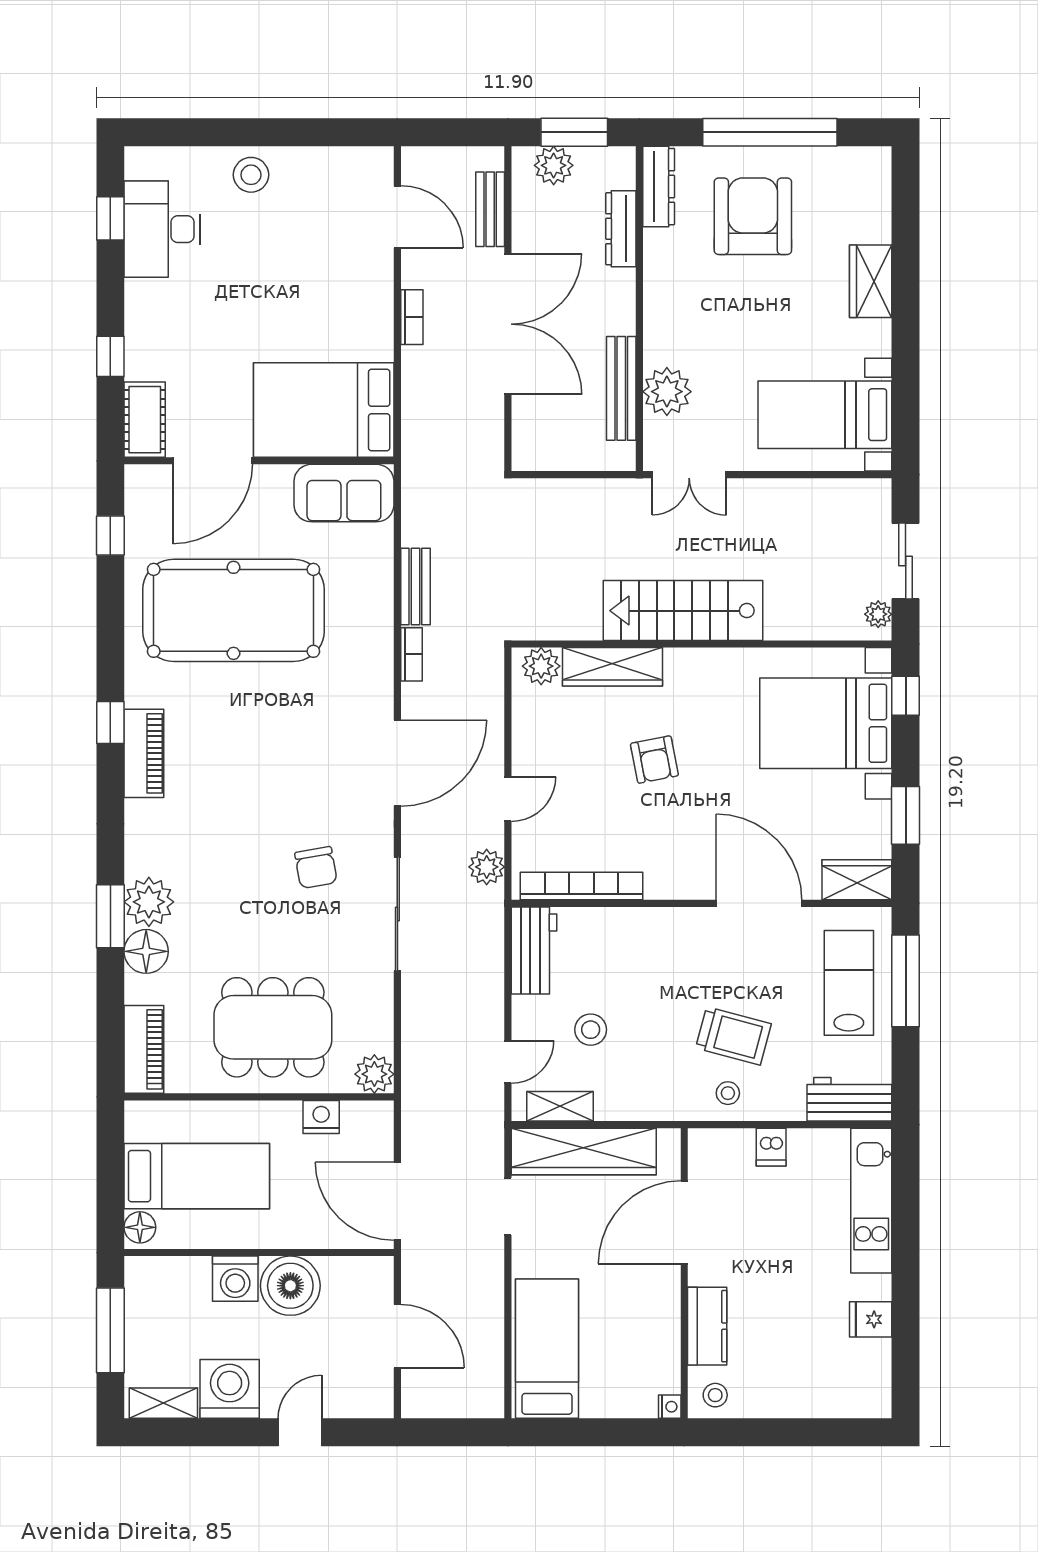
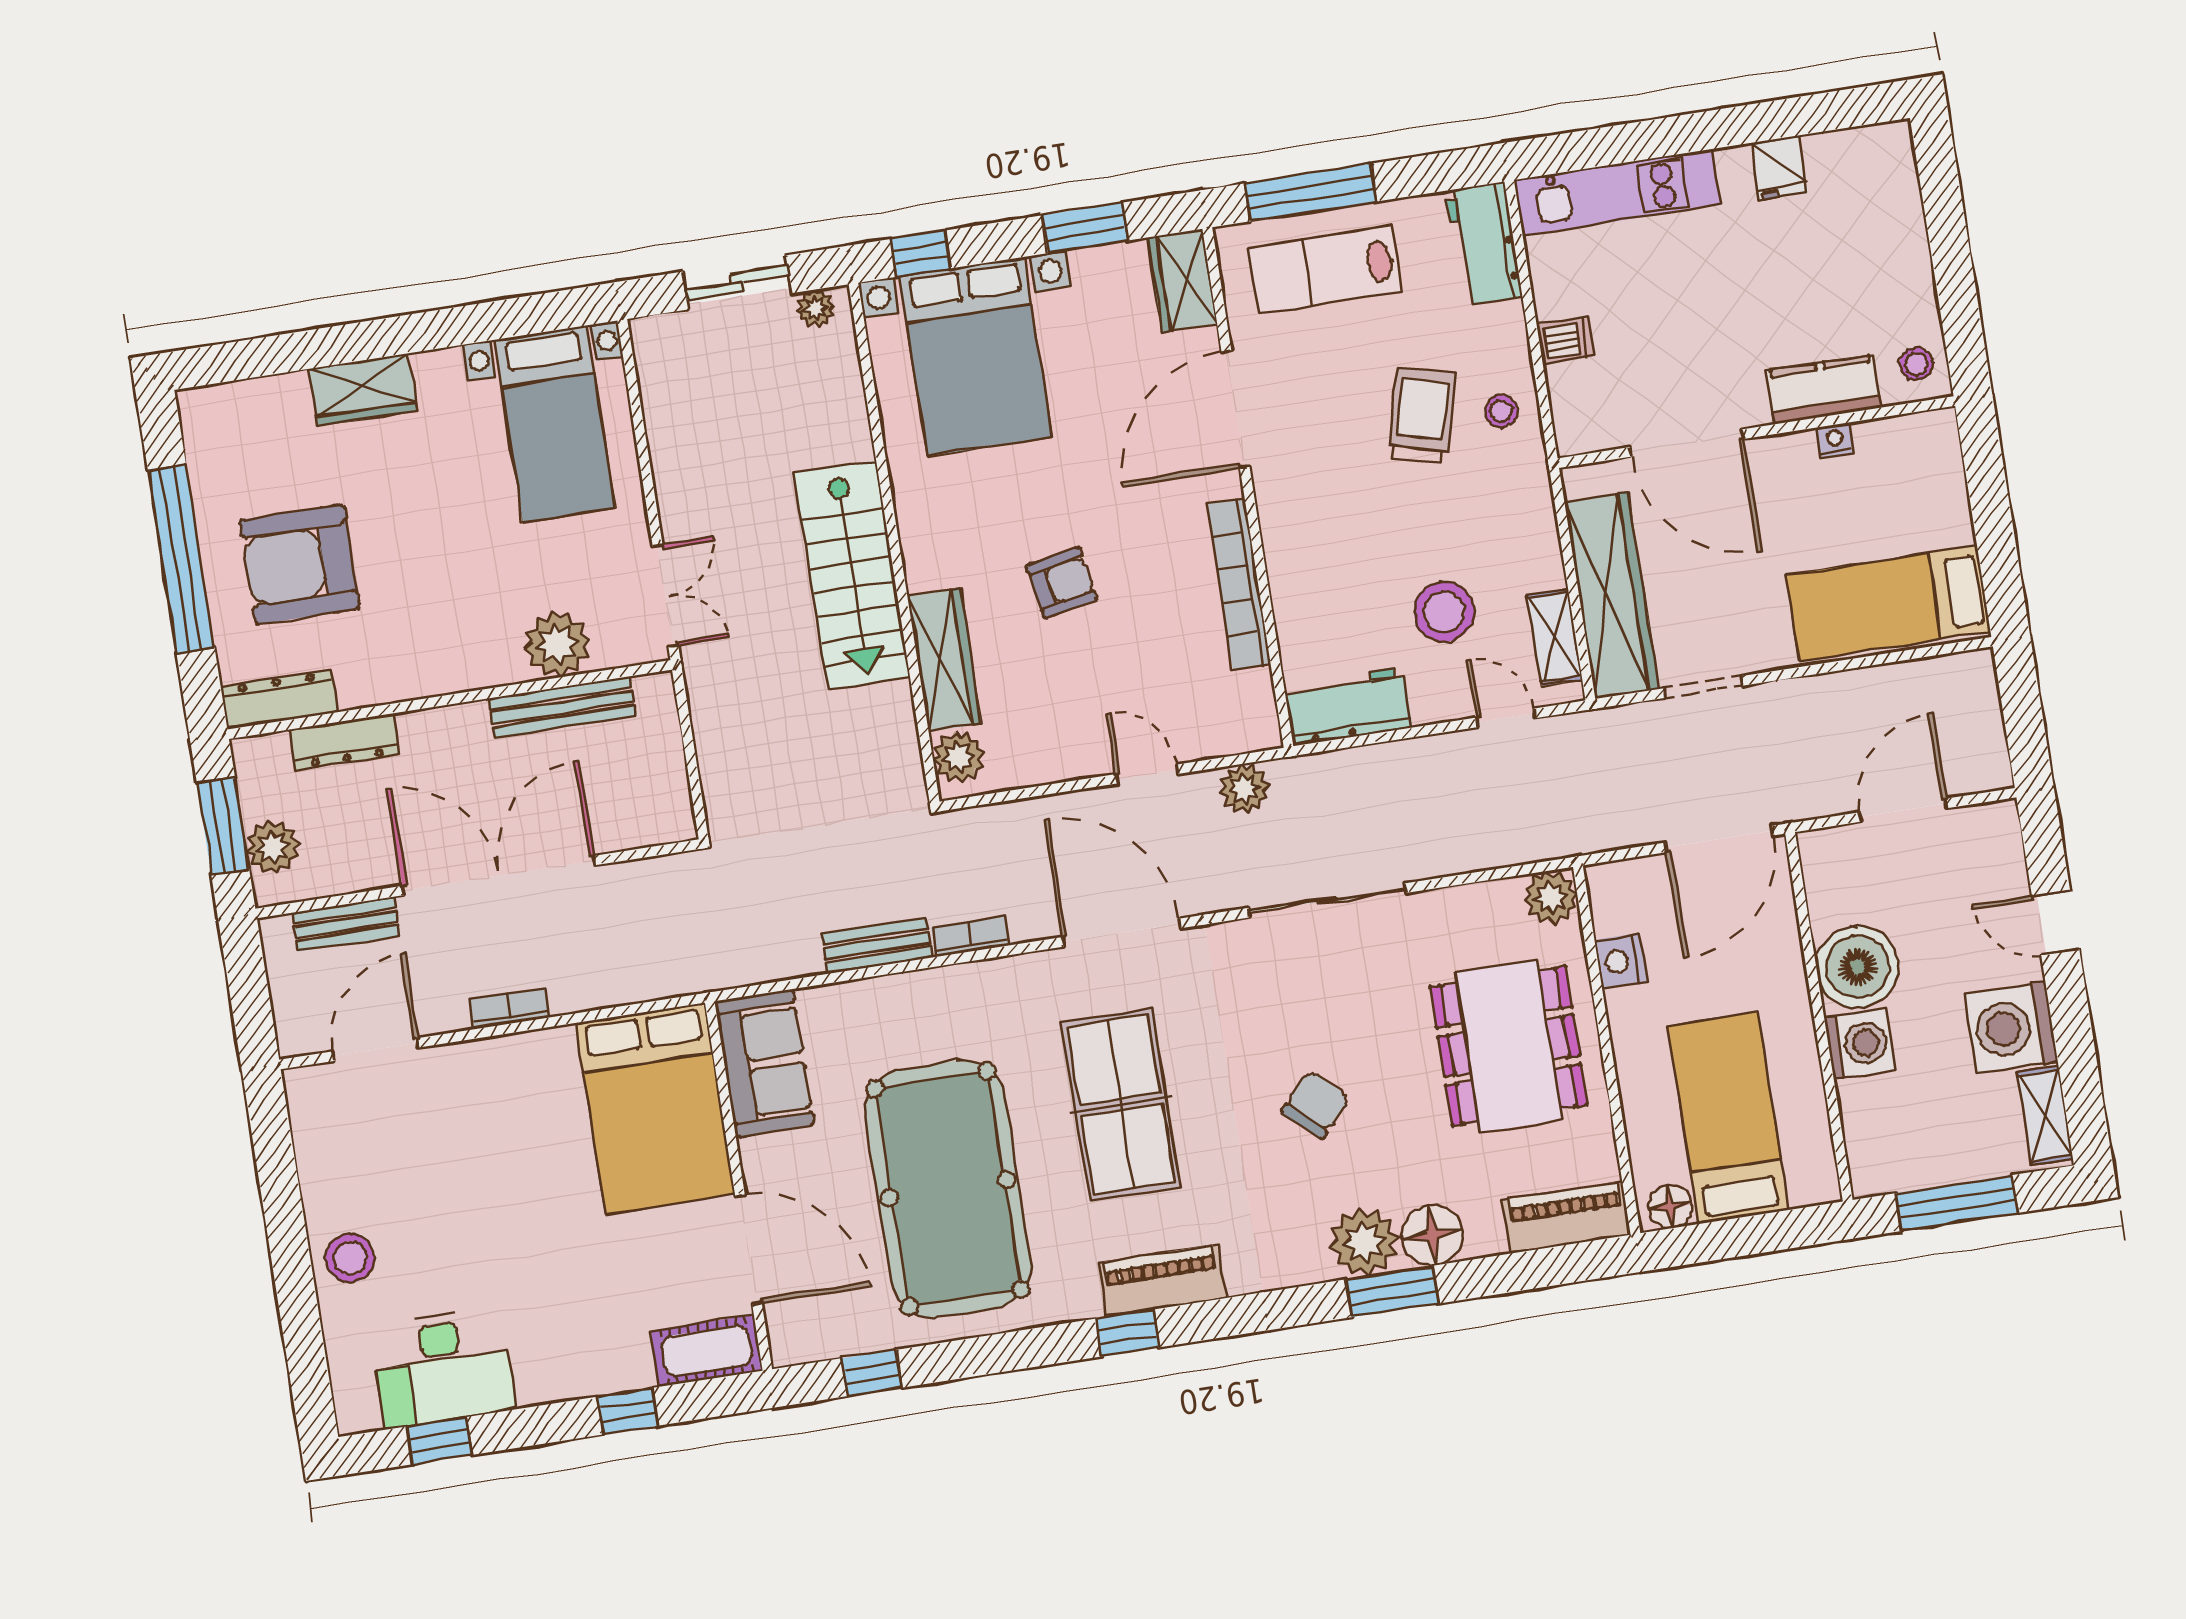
table tennis table: (274, 743) -> (1121, 1105), added
chair: (316, 868) -> (1316, 1105), moved, turned -37
bookcase: (582, 886) -> (1239, 584), moved
stool: (591, 1030) -> (1444, 612), width x1.38, depth x1.38
floor lamp: (140, 1227) -> (1670, 1207), moved
nightstand: (670, 1407) -> (1835, 440), moved

